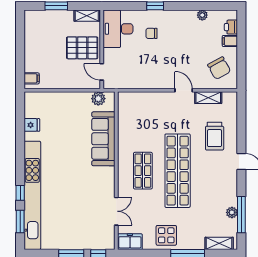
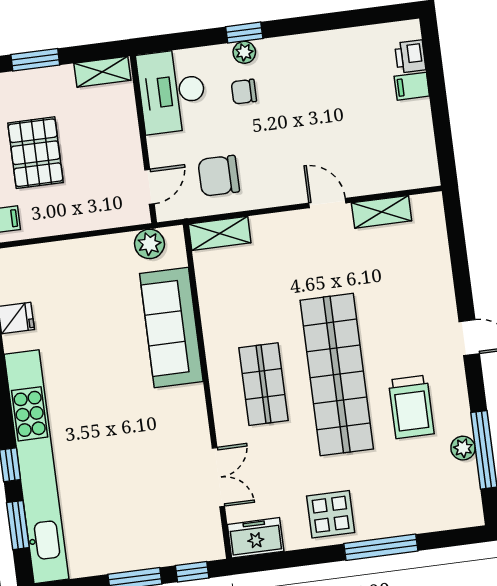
plant: (202, 15) -> (244, 52), moved
pallet: (82, 48) -> (35, 153), moved, turned 90
chair: (219, 68) -> (219, 176), moved, turned 119
door: (102, 72) -> (150, 187), swing flipped
trolley: (215, 136) -> (411, 407), moved
shelving: (219, 243) -> (220, 233), moved

